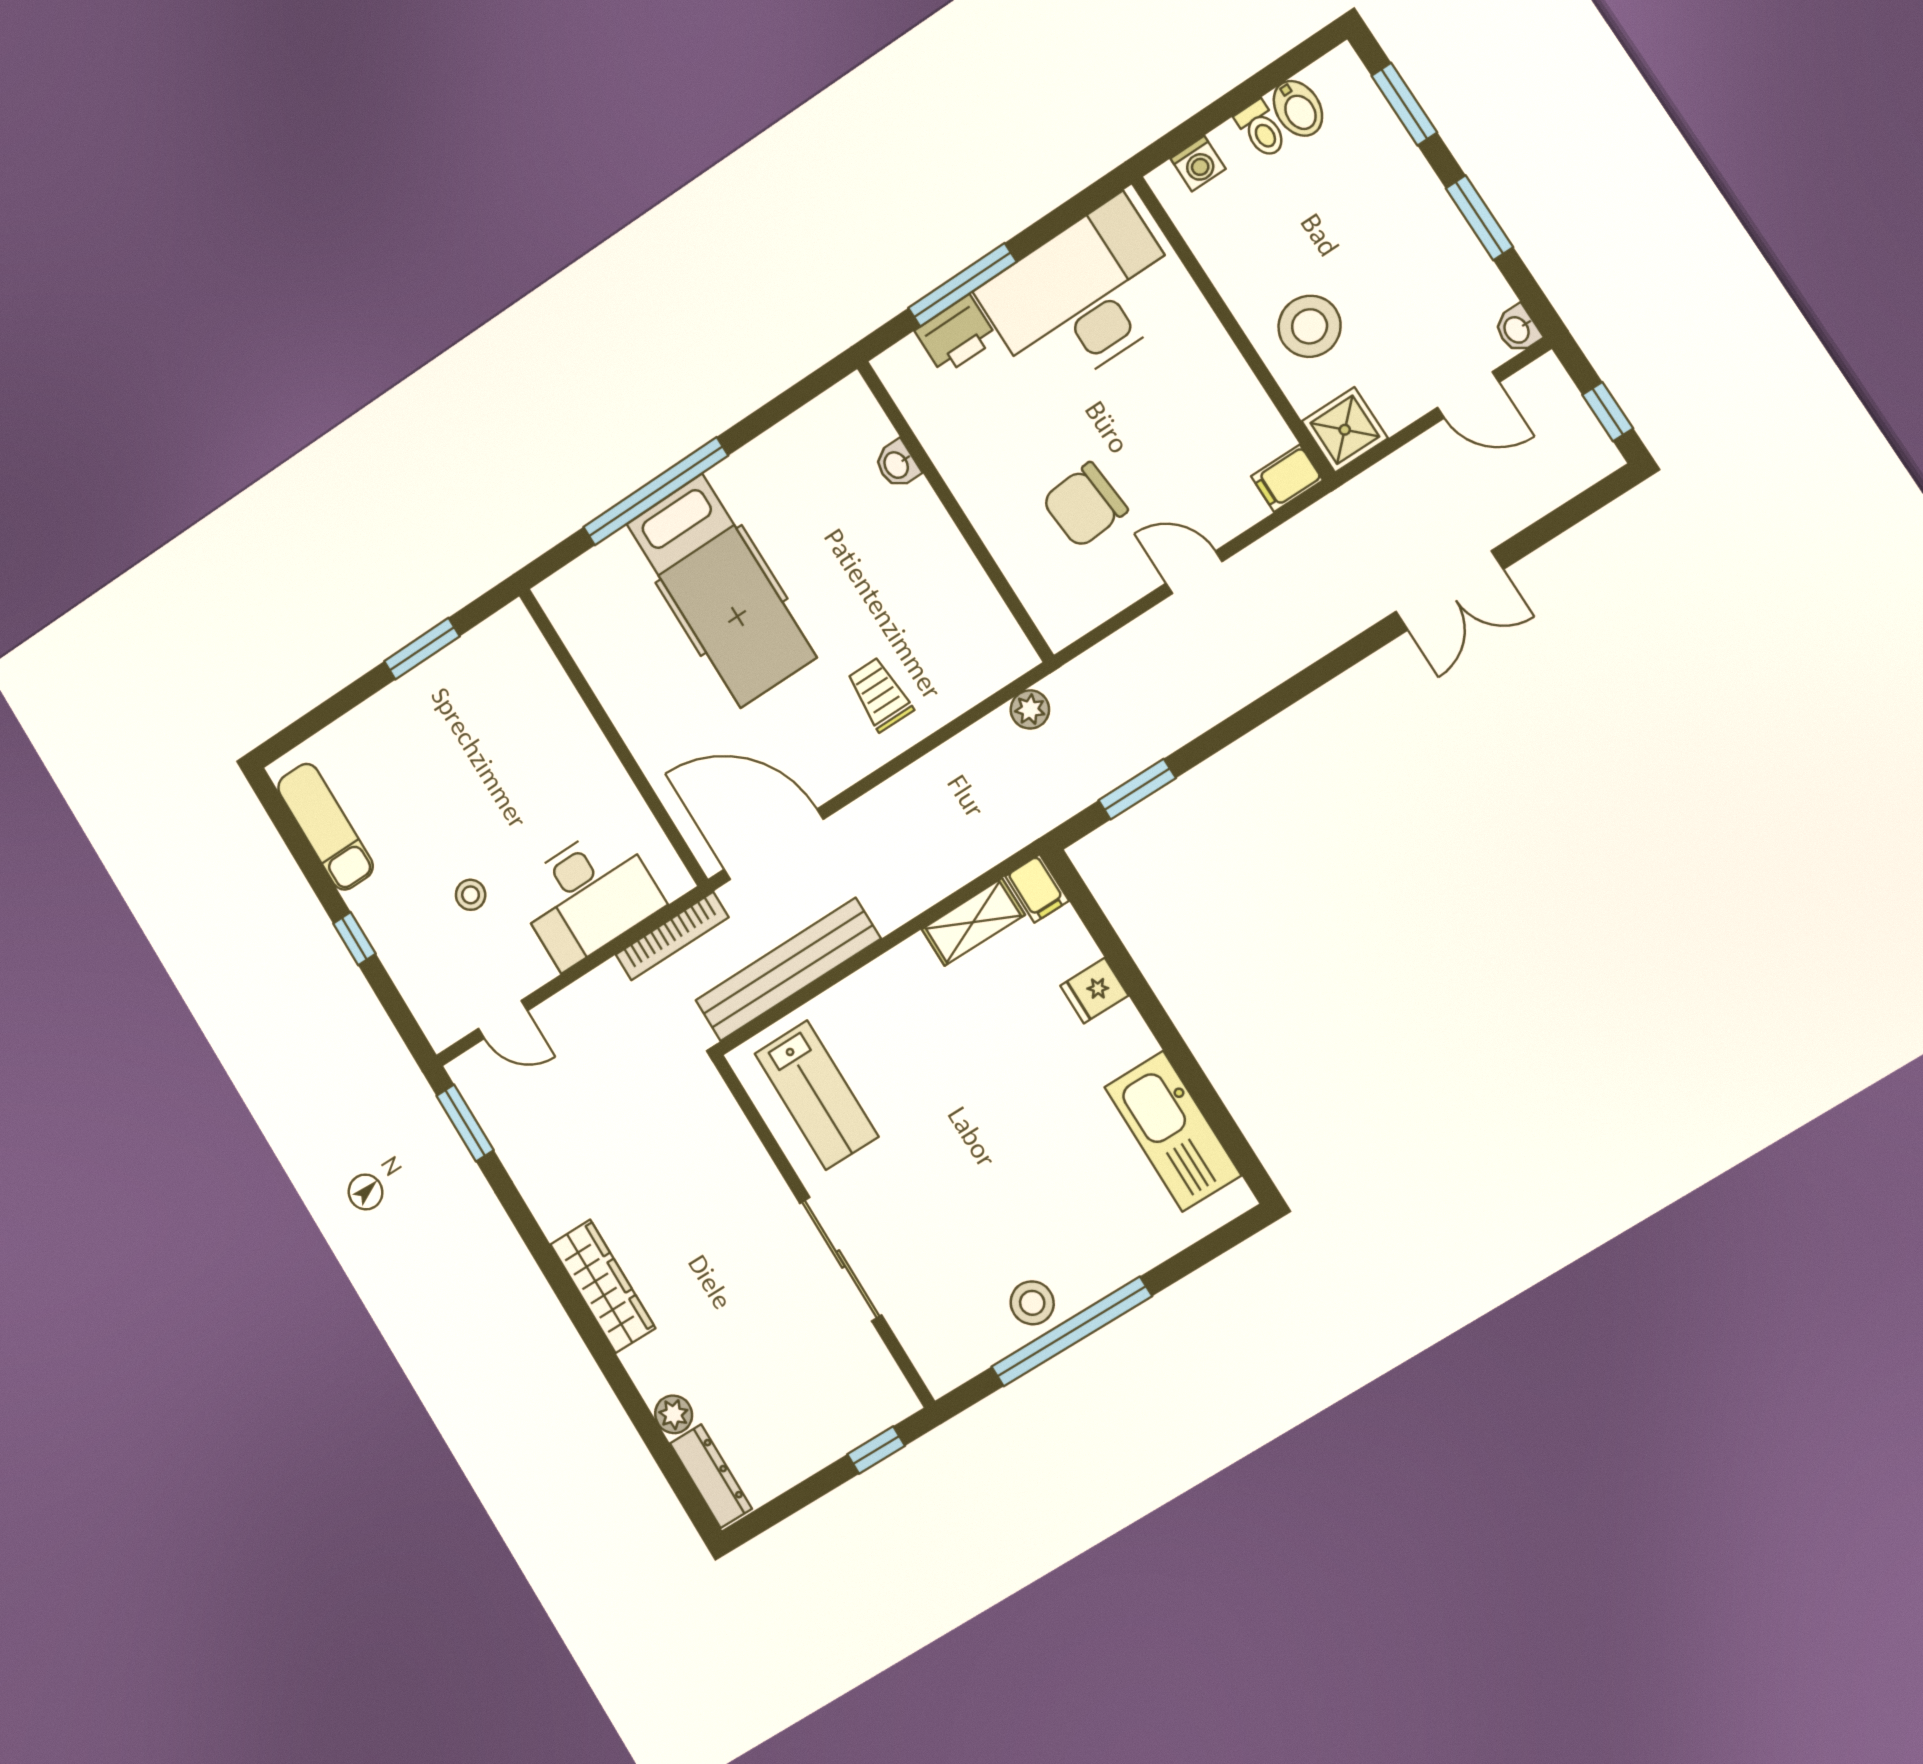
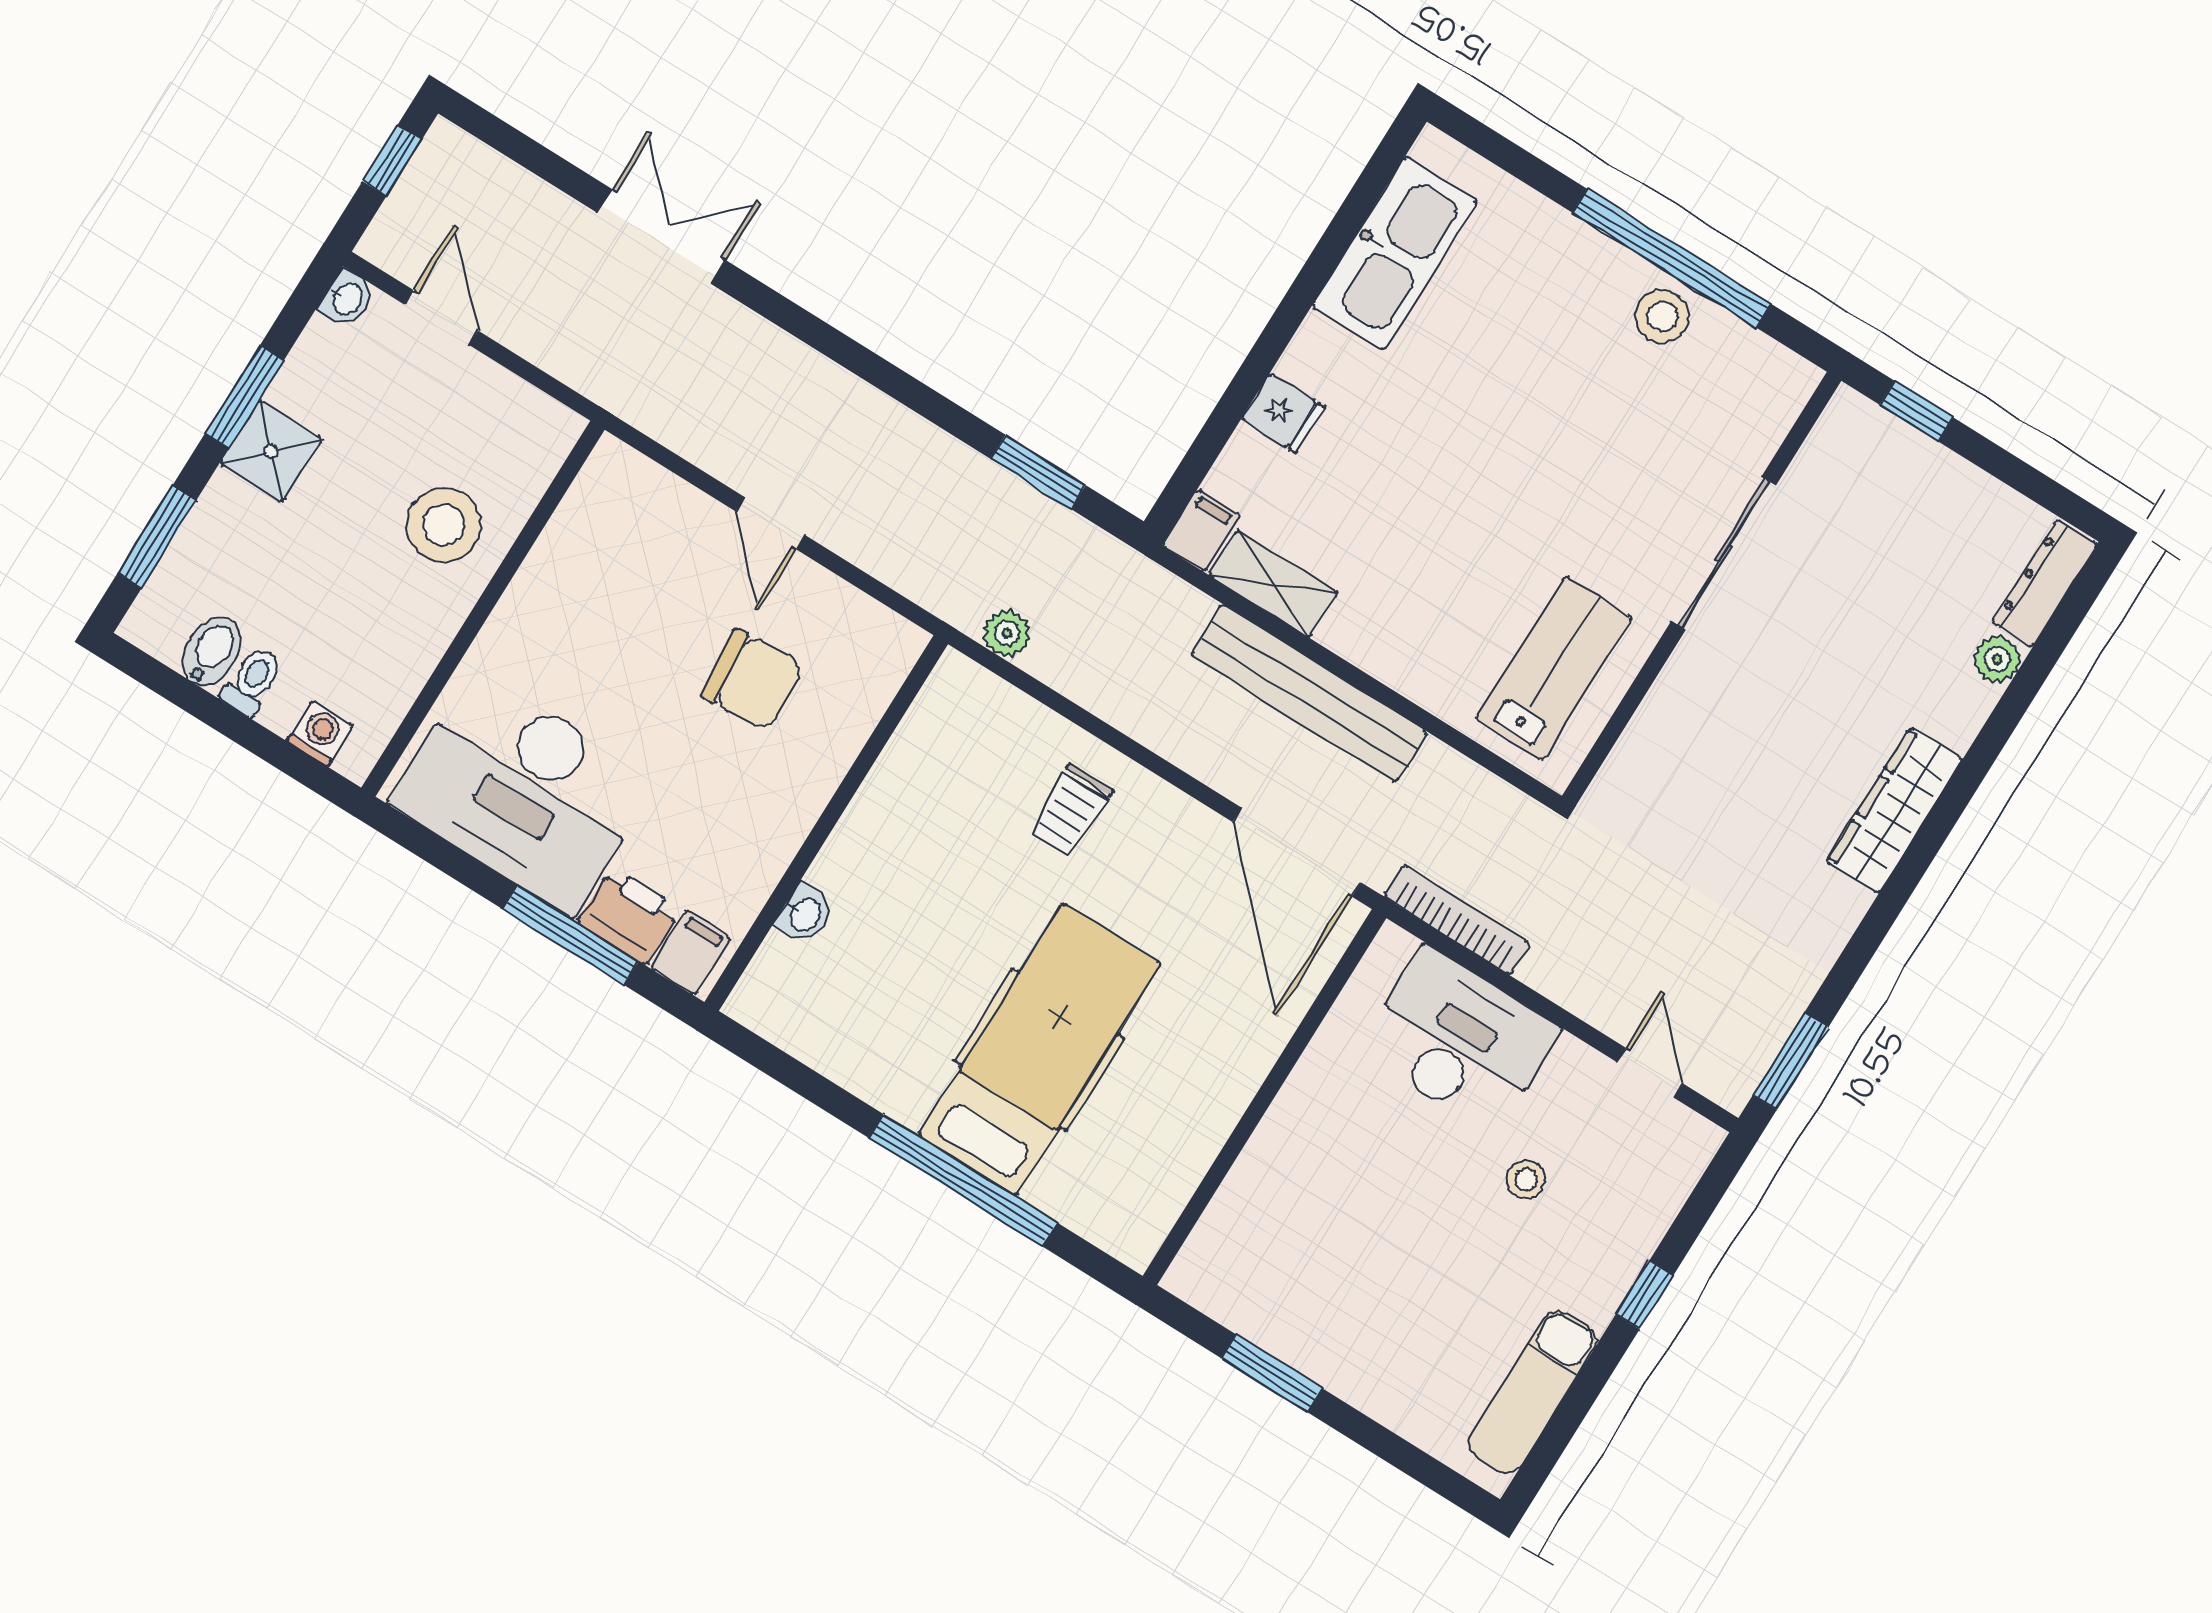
shower: (1345, 430) -> (271, 451), moved
filing cabinet: (1287, 478) -> (691, 953), moved, turned -90
bench: (788, 970) -> (1309, 693), moved

